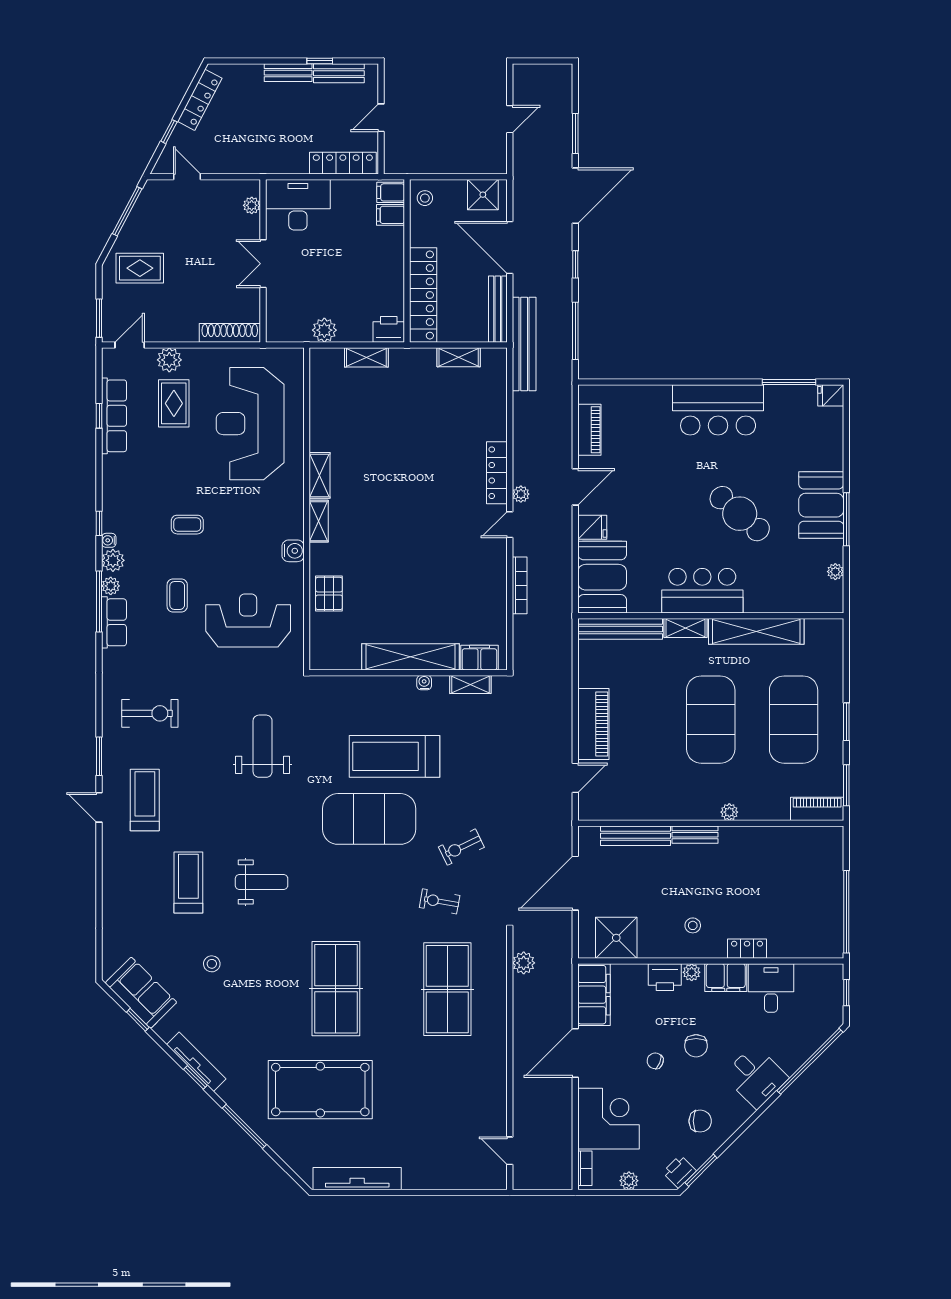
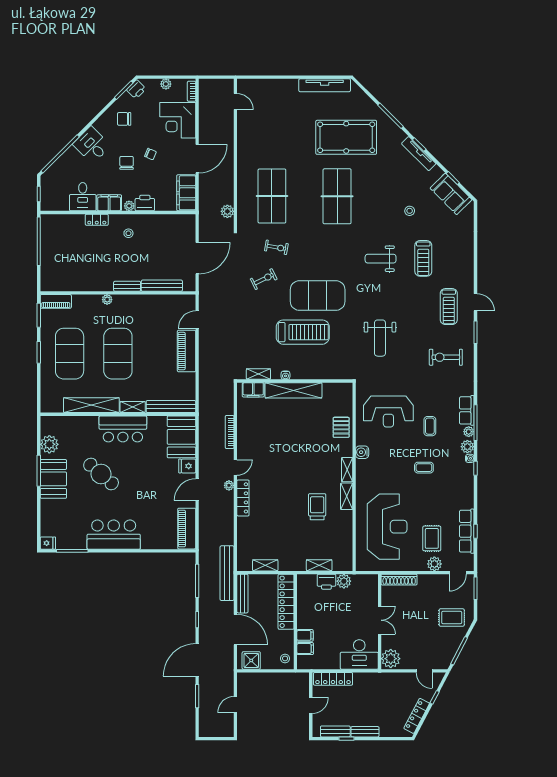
filing cabinet: (391, 192) -> (305, 635), moved
plant: (252, 205) -> (391, 659), width x1.87, depth x1.87
printer: (389, 329) -> (326, 582), moved
piano: (589, 430) -> (187, 529), width x1.37, depth x1.33
trolley: (370, 458) -> (317, 507), added
plant: (835, 572) -> (49, 444), width x1.88, depth x1.88
shower: (616, 938) -> (173, 226), removed

